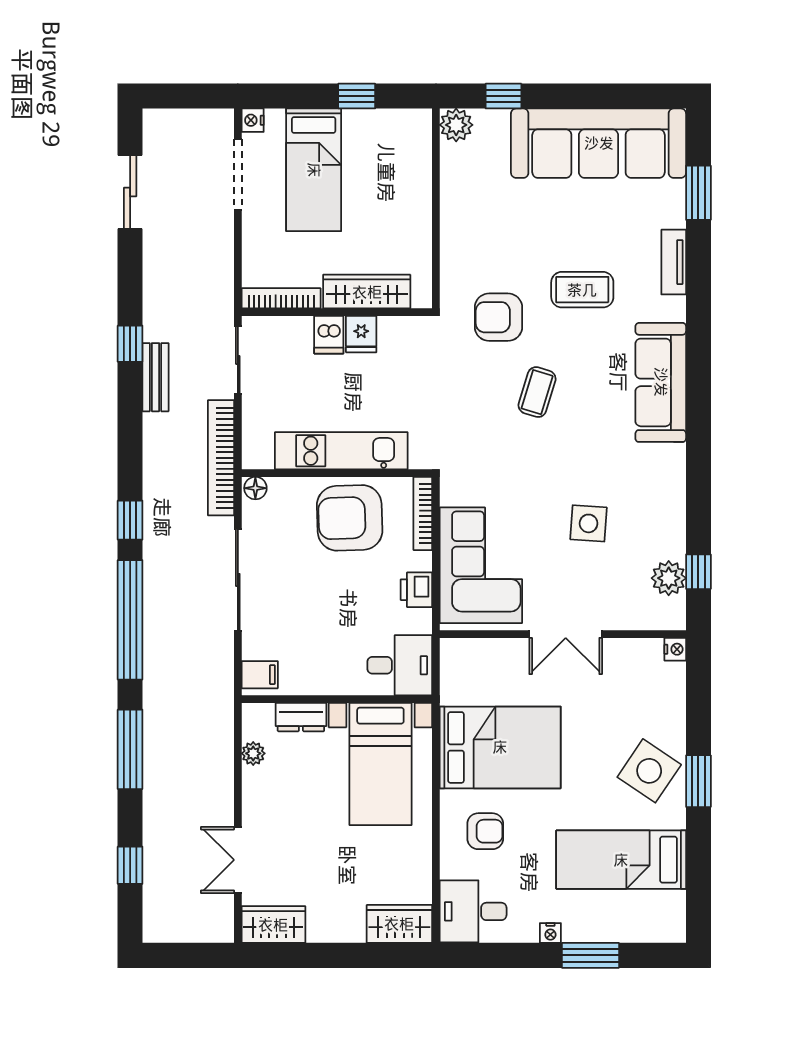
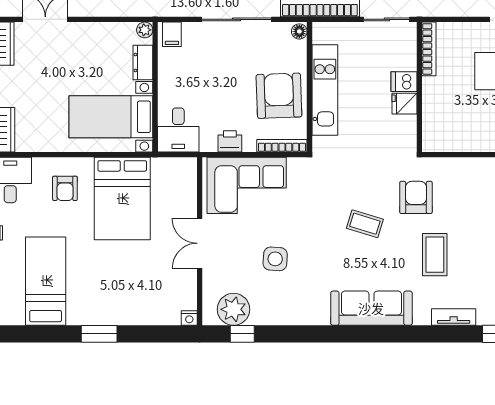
wardrobe: (367, 292) -> (433, 107), removed
plant: (669, 578) -> (234, 309), width x1.36, depth x1.36
plant: (253, 753) -> (145, 30), moved
side table: (649, 771) -> (106, 300), removed

